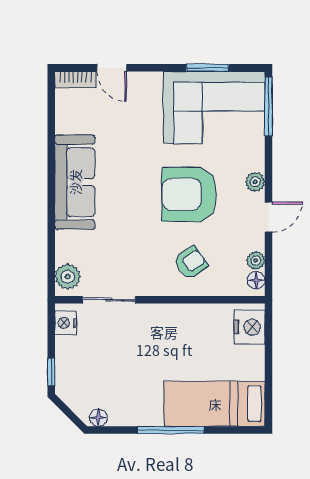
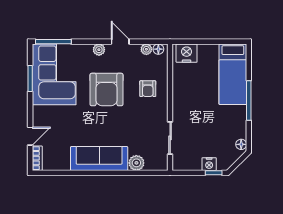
armchair: (191, 263) -> (148, 89), turned -146
plant: (68, 277) -> (136, 163), moved
nightstand: (66, 323) -> (209, 164), moved

